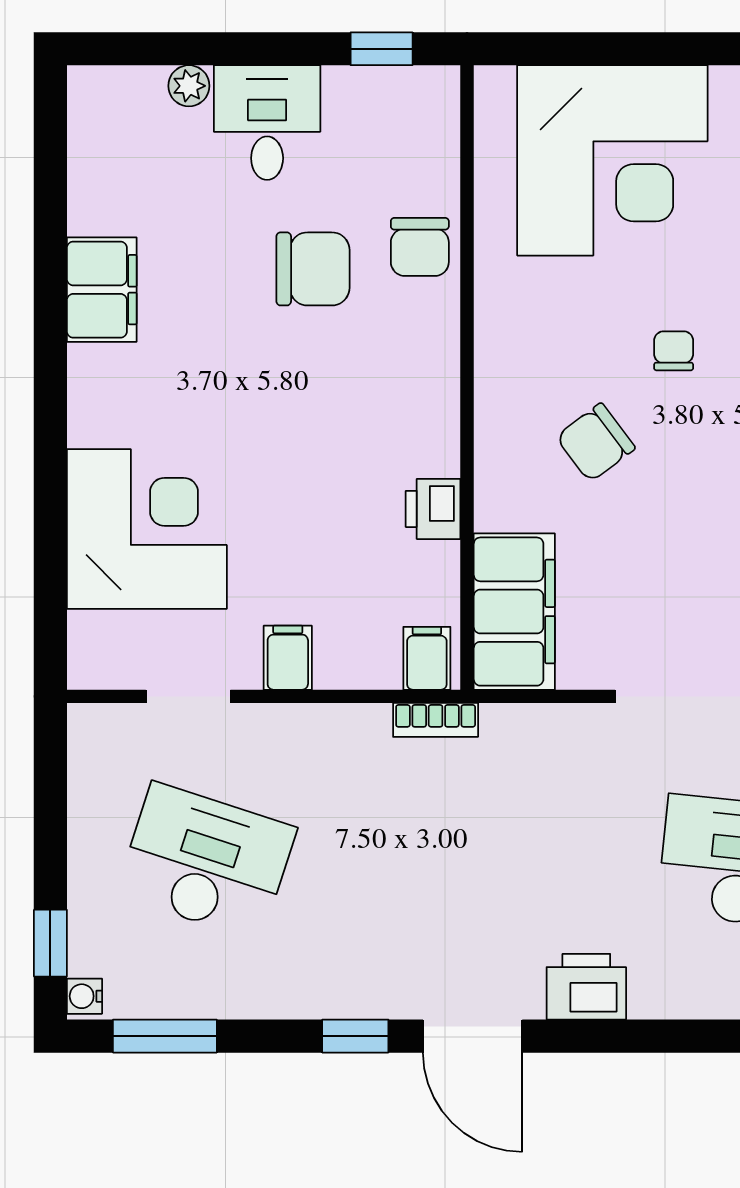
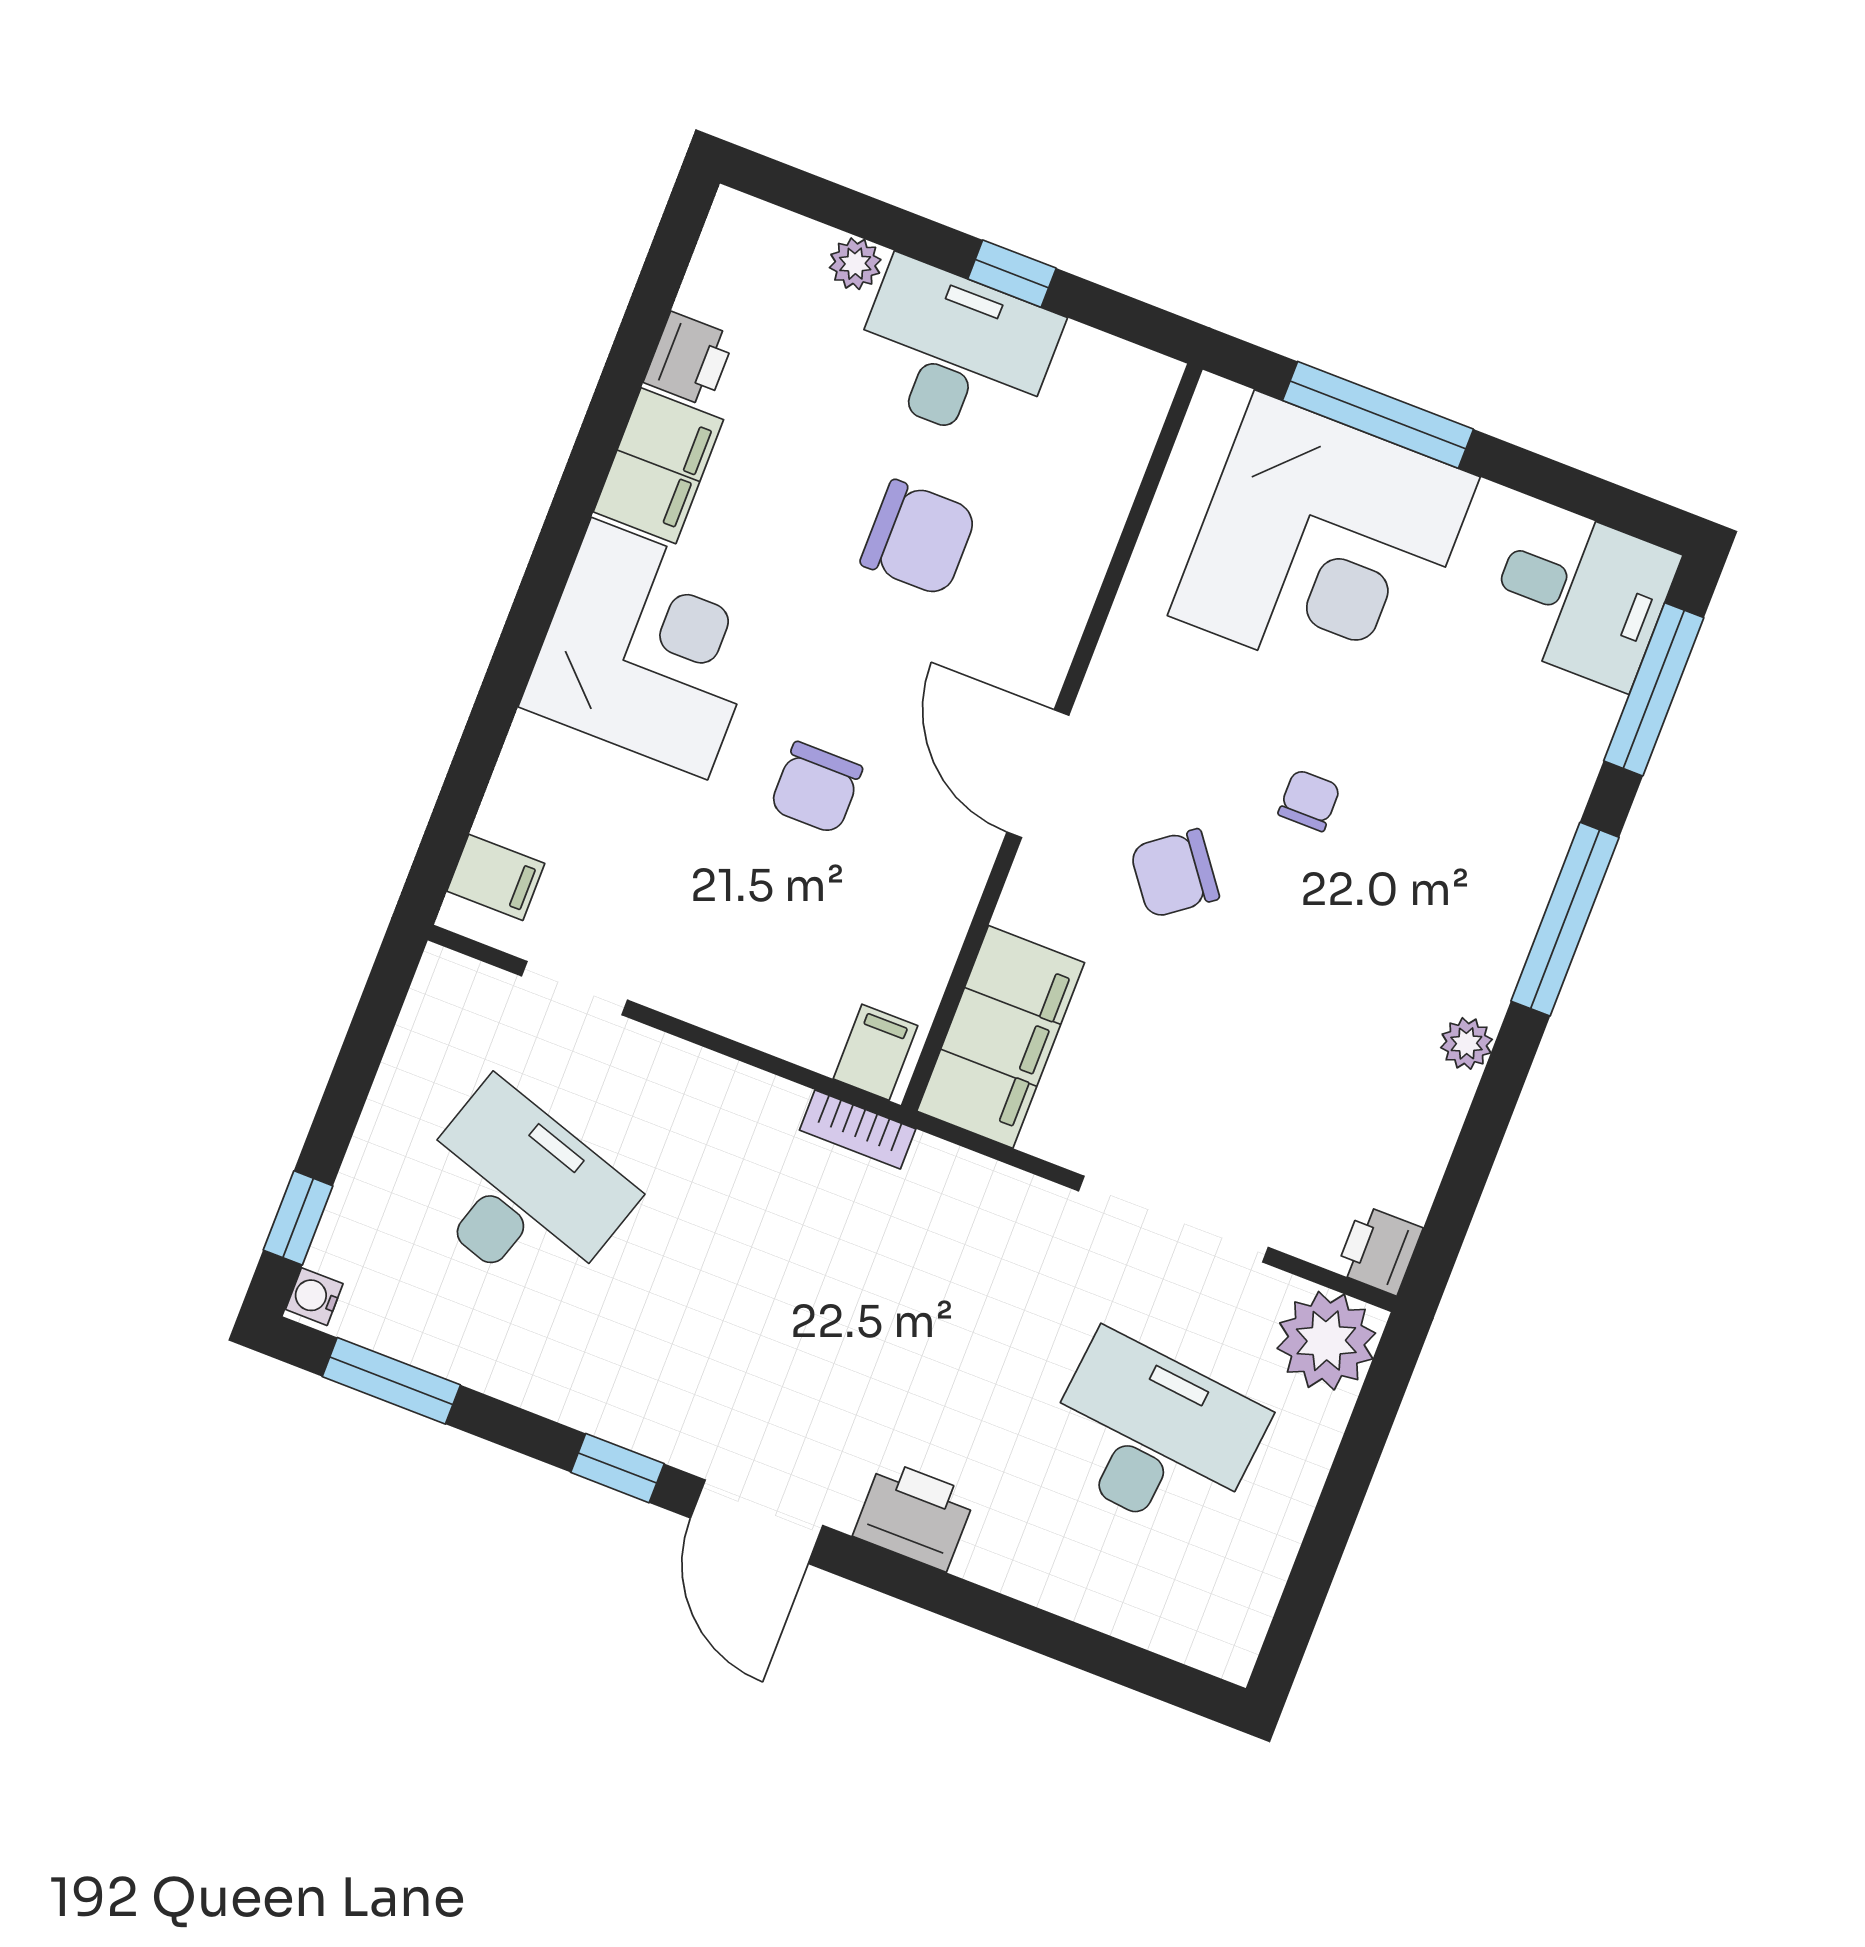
window: (382, 49) -> (1012, 274), moved
window: (615, 49) -> (1378, 415), added
desk: (267, 123) -> (955, 352), width x1.37
chair: (420, 247) -> (816, 788), moved
door: (467, 408) -> (1038, 774), added
printer: (433, 509) -> (689, 359), moved, turned 180
corner desk: (147, 529) -> (649, 649), moved
filing cabinet: (288, 658) -> (496, 877), moved, turned 90

